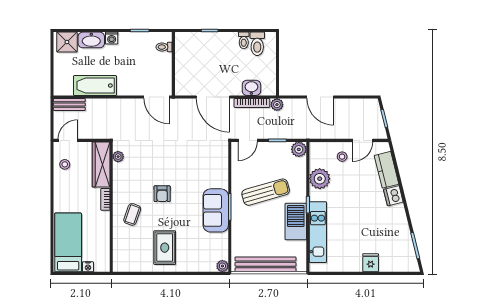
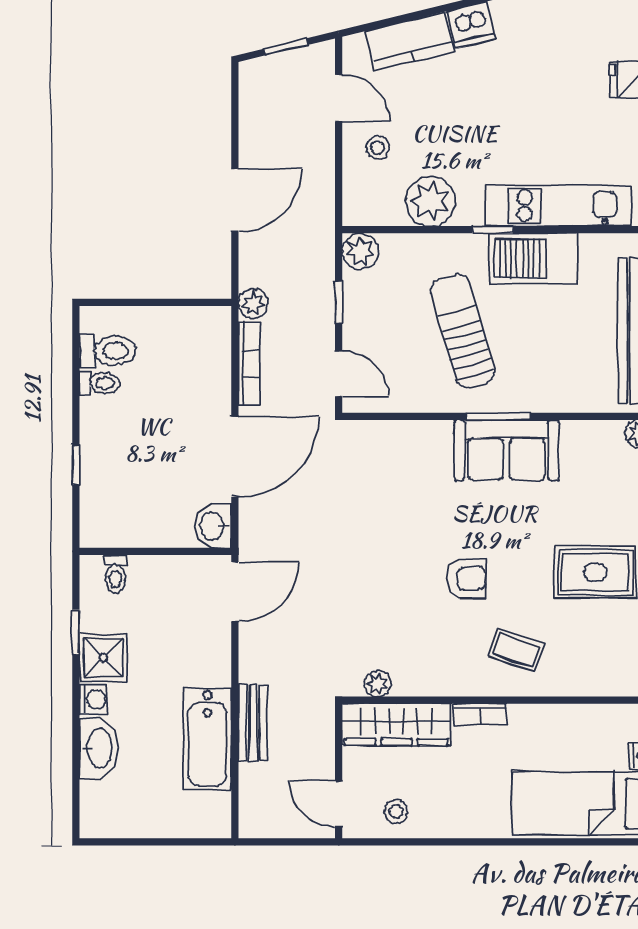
shower: (67, 42) -> (103, 658), moved
washbasin: (251, 88) -> (213, 526), moved
bench: (69, 105) -> (253, 723), moved

